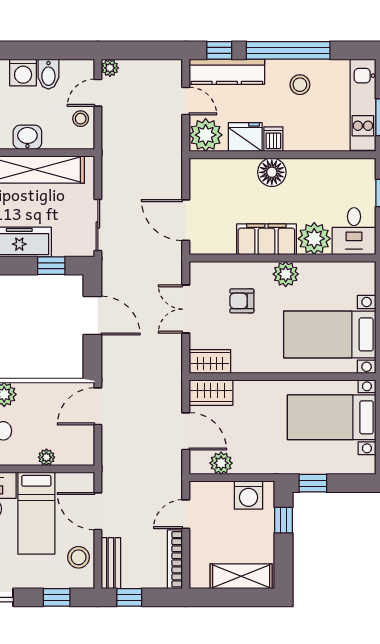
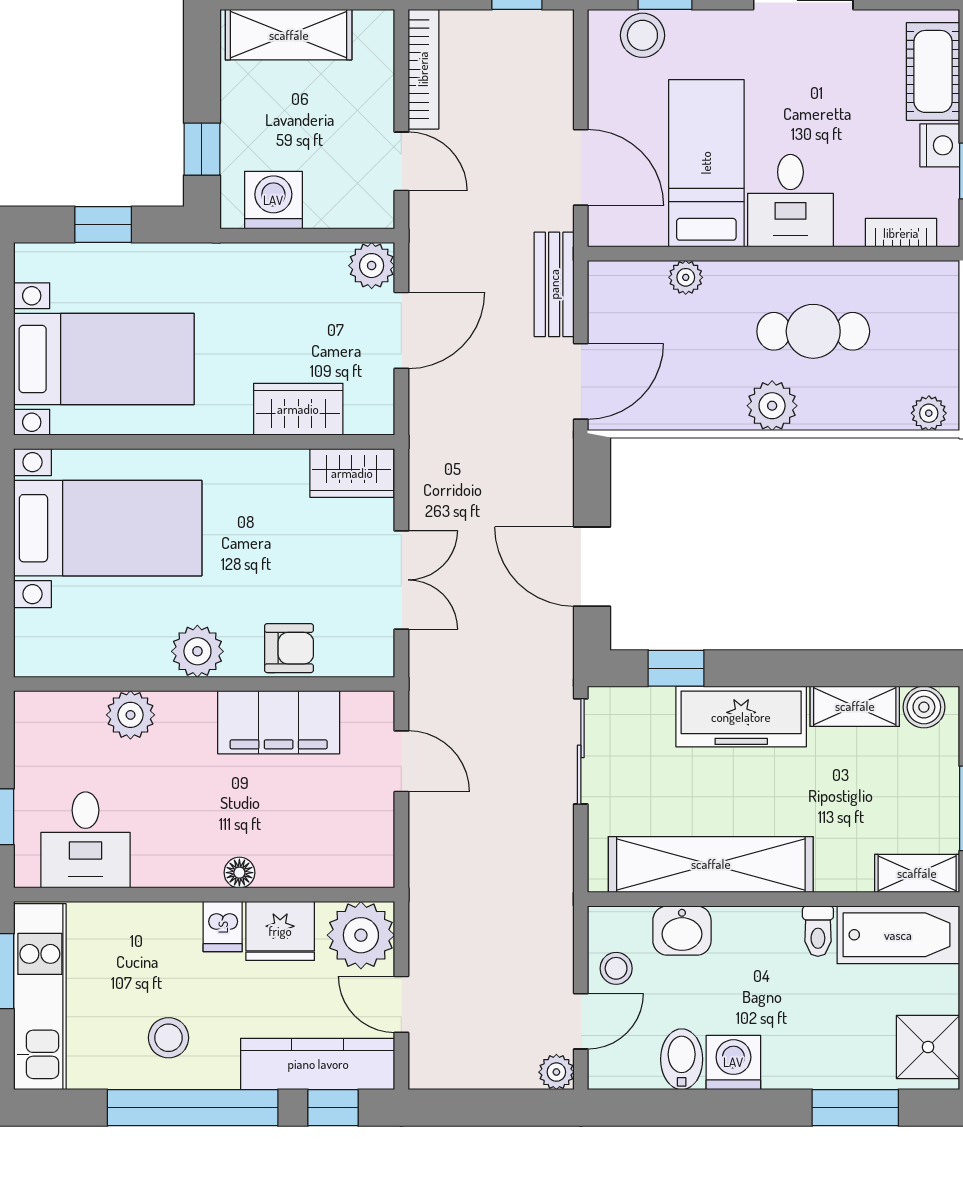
washbasin: (27, 137) -> (682, 931), moved
floor lamp: (272, 172) -> (239, 873), width x0.53, depth x0.53
door: (186, 220) -> (401, 761), width x0.73
desk: (354, 231) -> (85, 840), moved, turned 180
filing cabinet: (266, 239) -> (279, 722), moved
plant: (314, 239) -> (130, 715), width x0.73, depth x0.73
armchair: (242, 301) -> (289, 648), moved
wardrobe: (211, 393) -> (298, 409), moved
door: (186, 431) -> (401, 330), swing flipped
plant: (221, 463) -> (372, 266), moved
window: (313, 483) -> (103, 224), moved
door: (186, 514) -> (401, 161), hinge flipped
stool: (79, 557) -> (642, 35), moved
bench: (111, 563) -> (554, 284), moved

